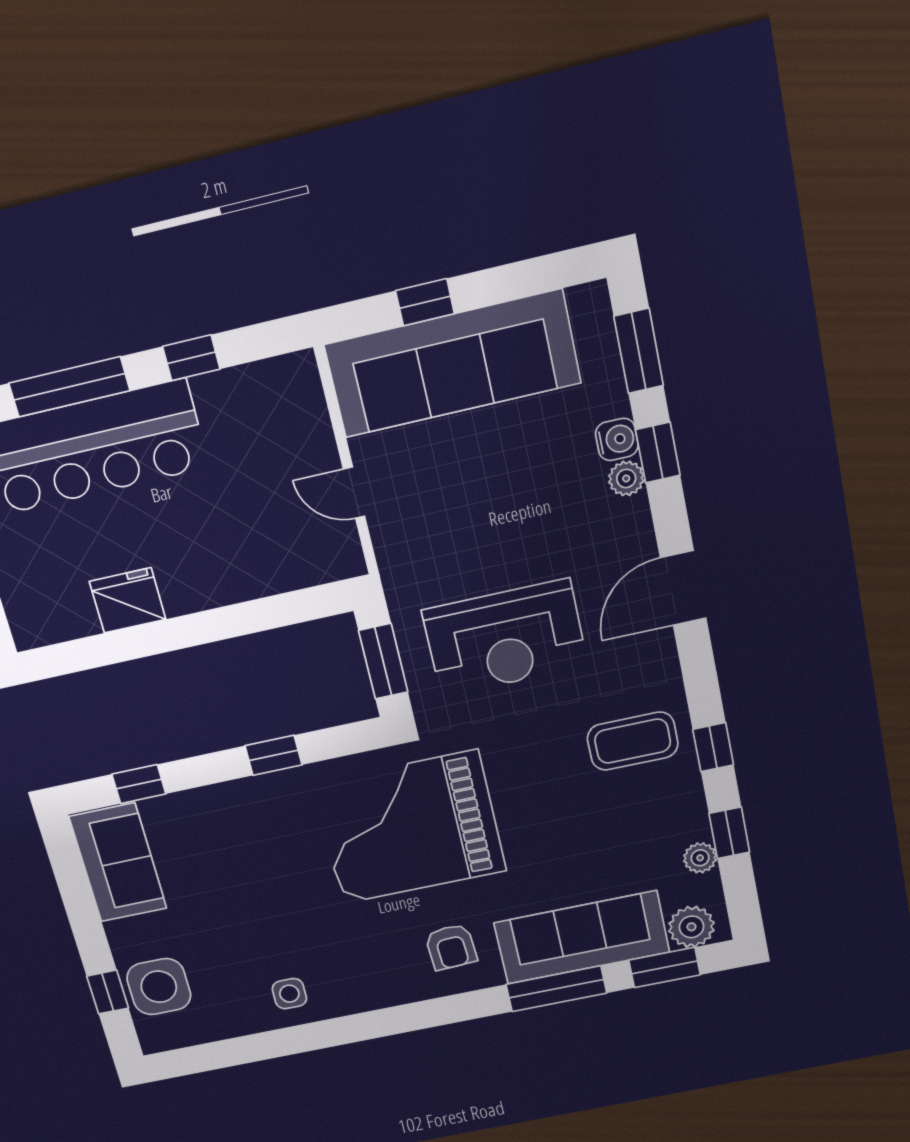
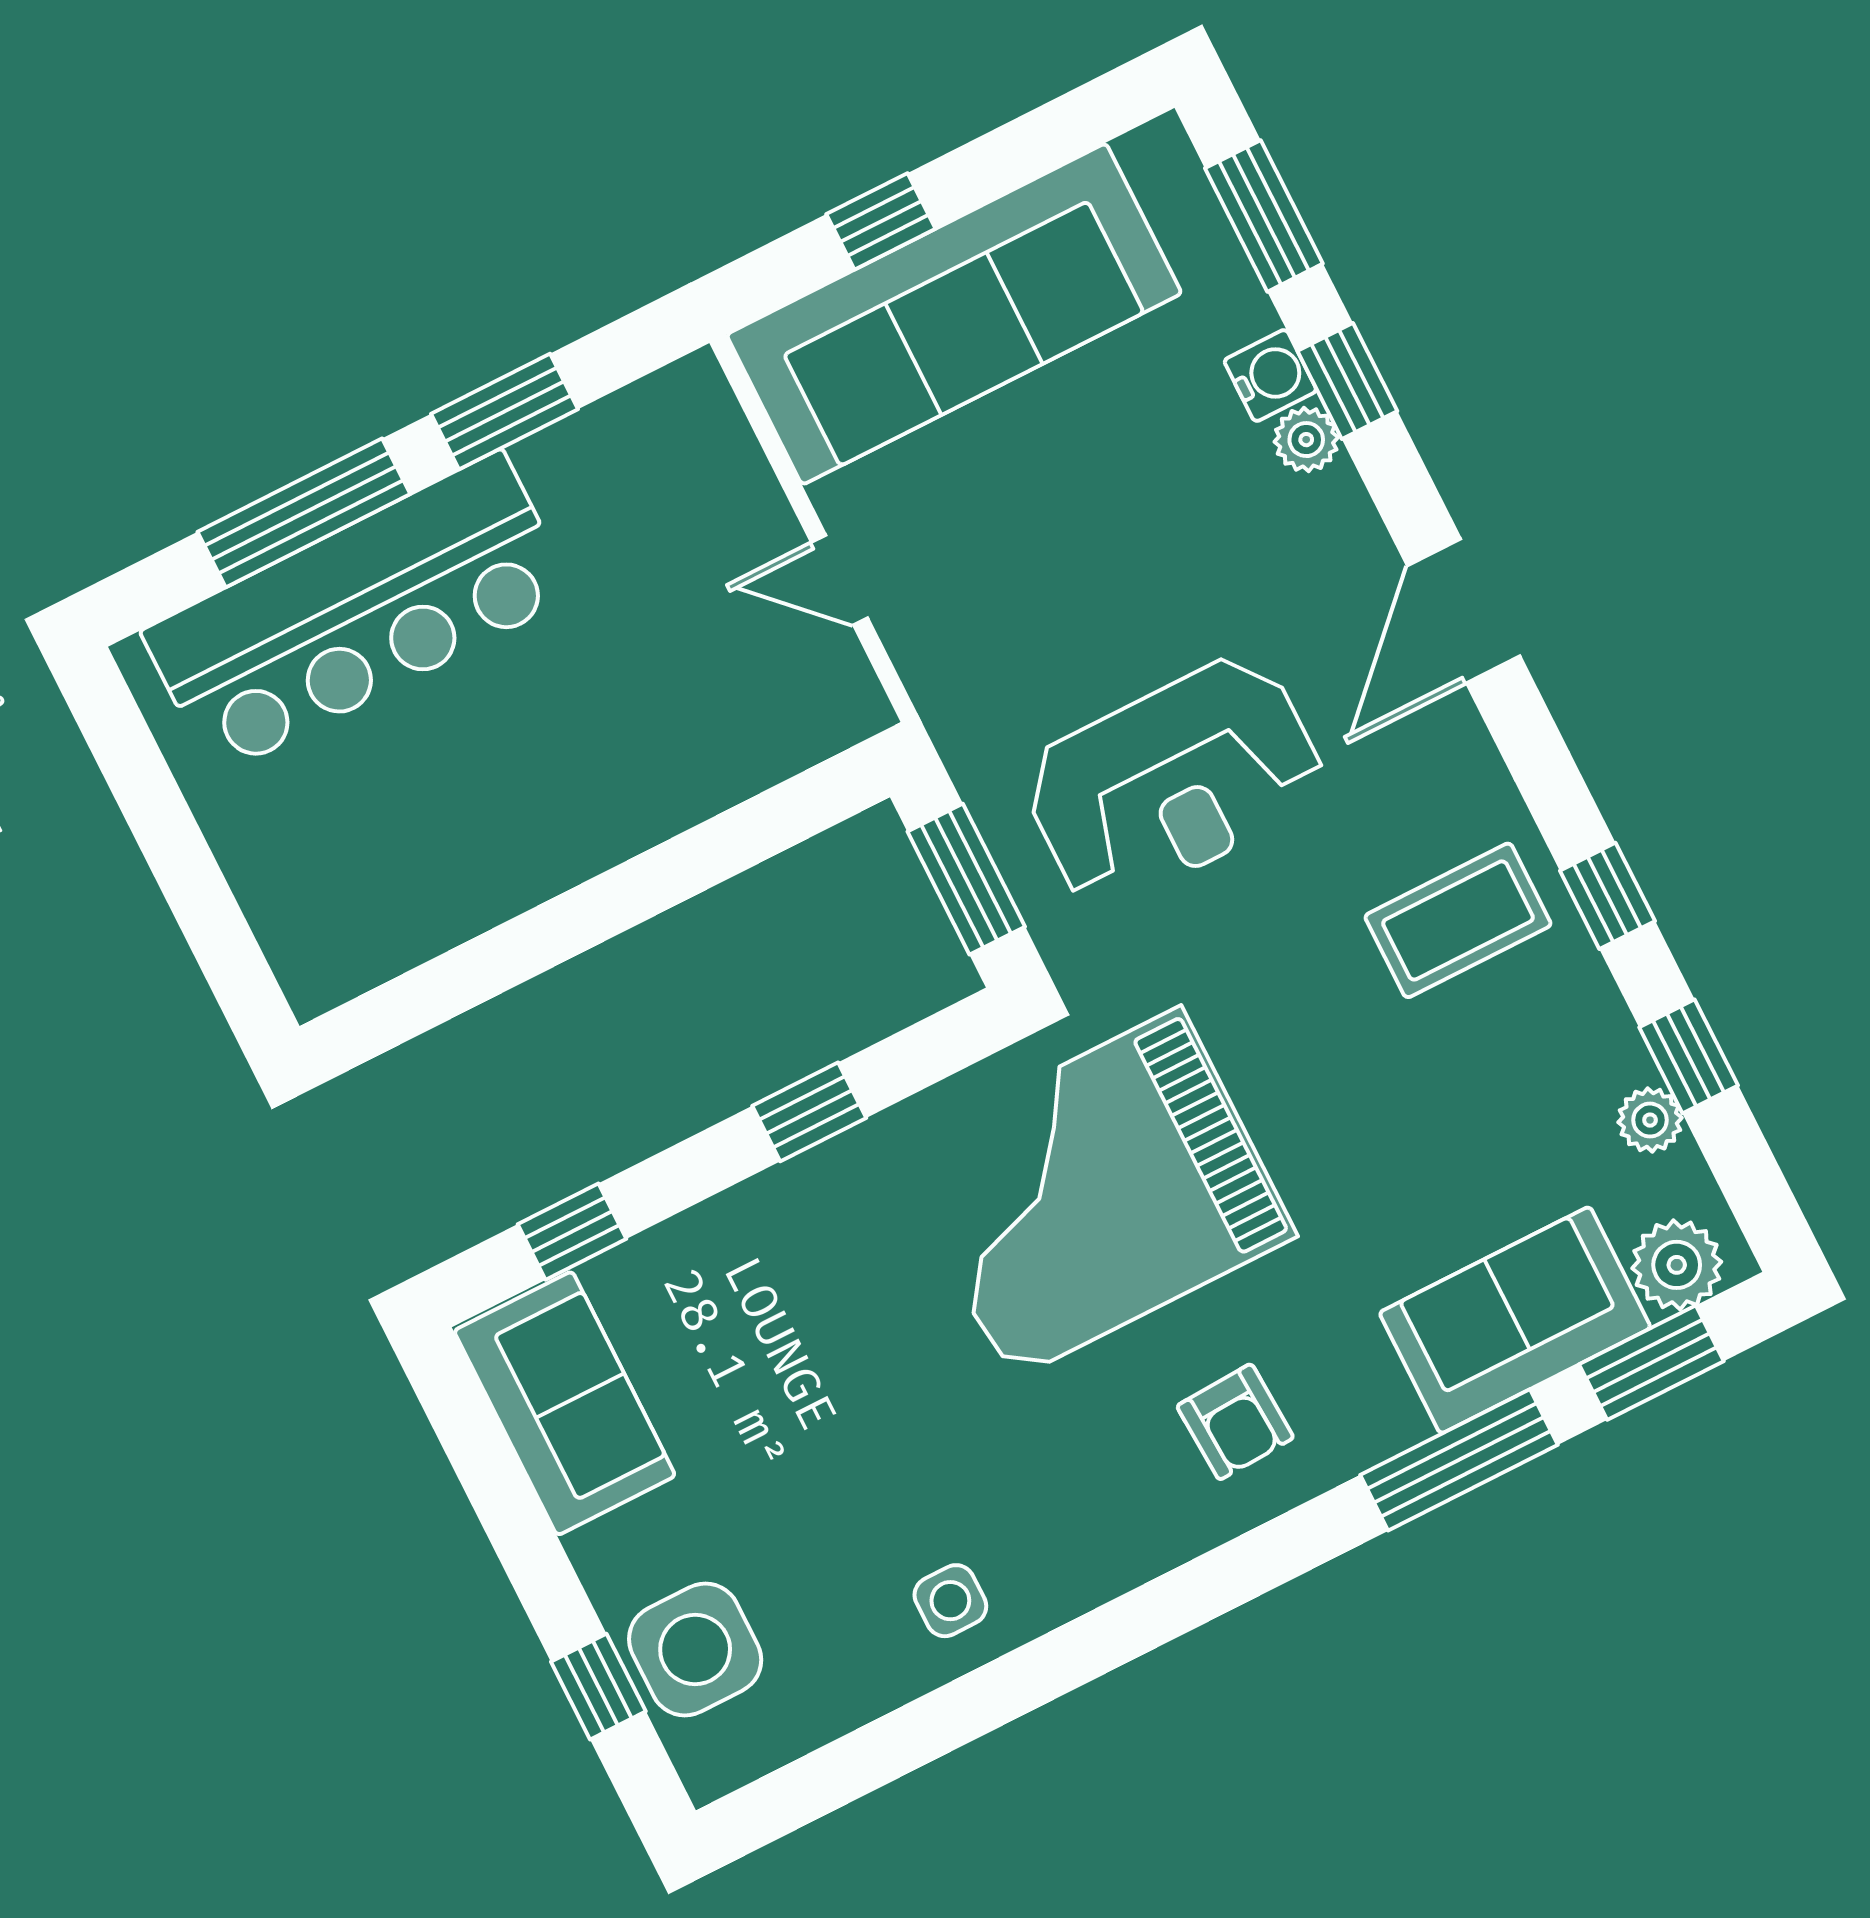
window: (191, 358) -> (505, 412), width x1.50
fridge: (128, 600) -> (481, 877), removed
sofa: (582, 938) -> (1515, 1320), width x0.73

